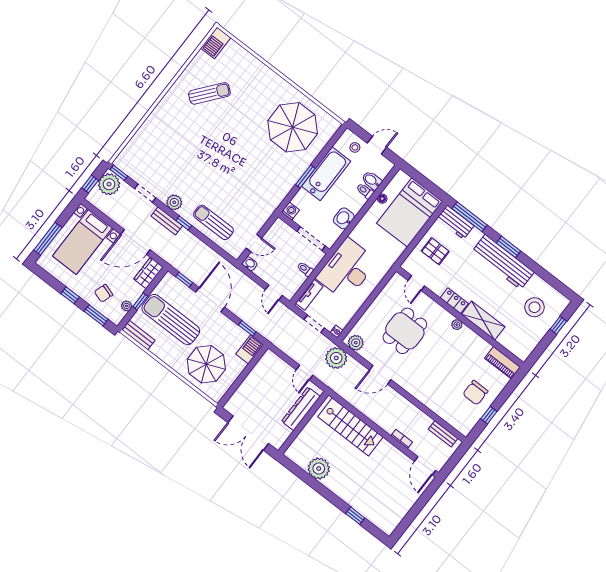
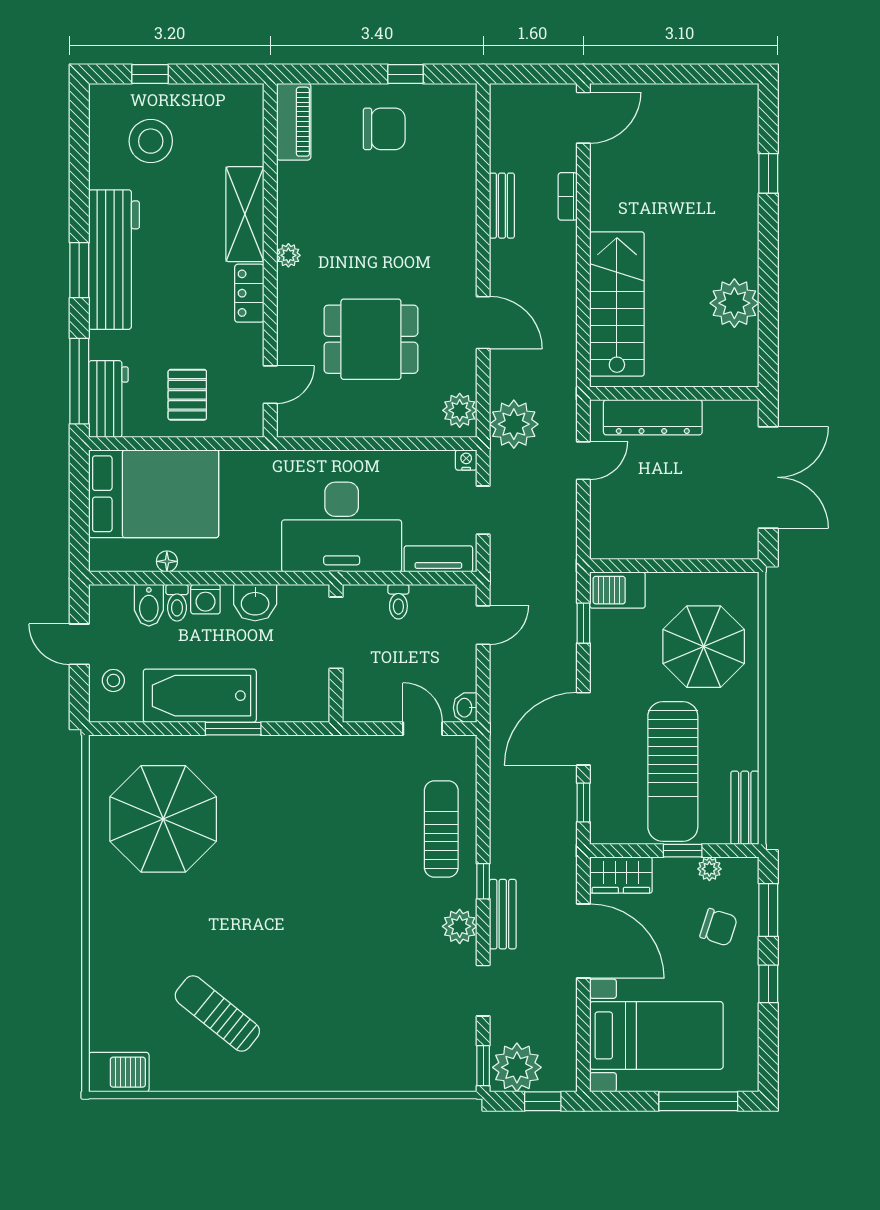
washing machine: (291, 211) -> (205, 599), moved, turned -90
sun lounger: (213, 222) -> (441, 829), turned 180
bench: (443, 434) -> (502, 206), moved

